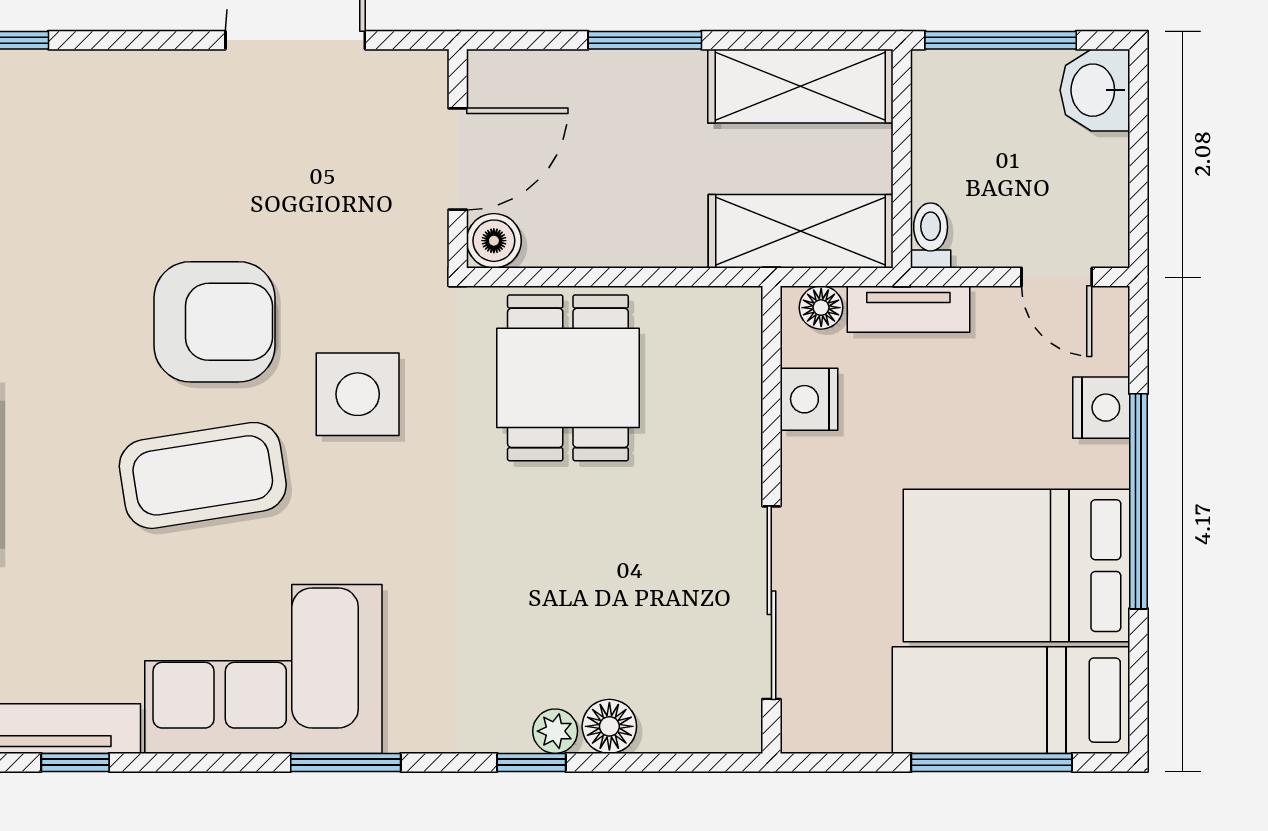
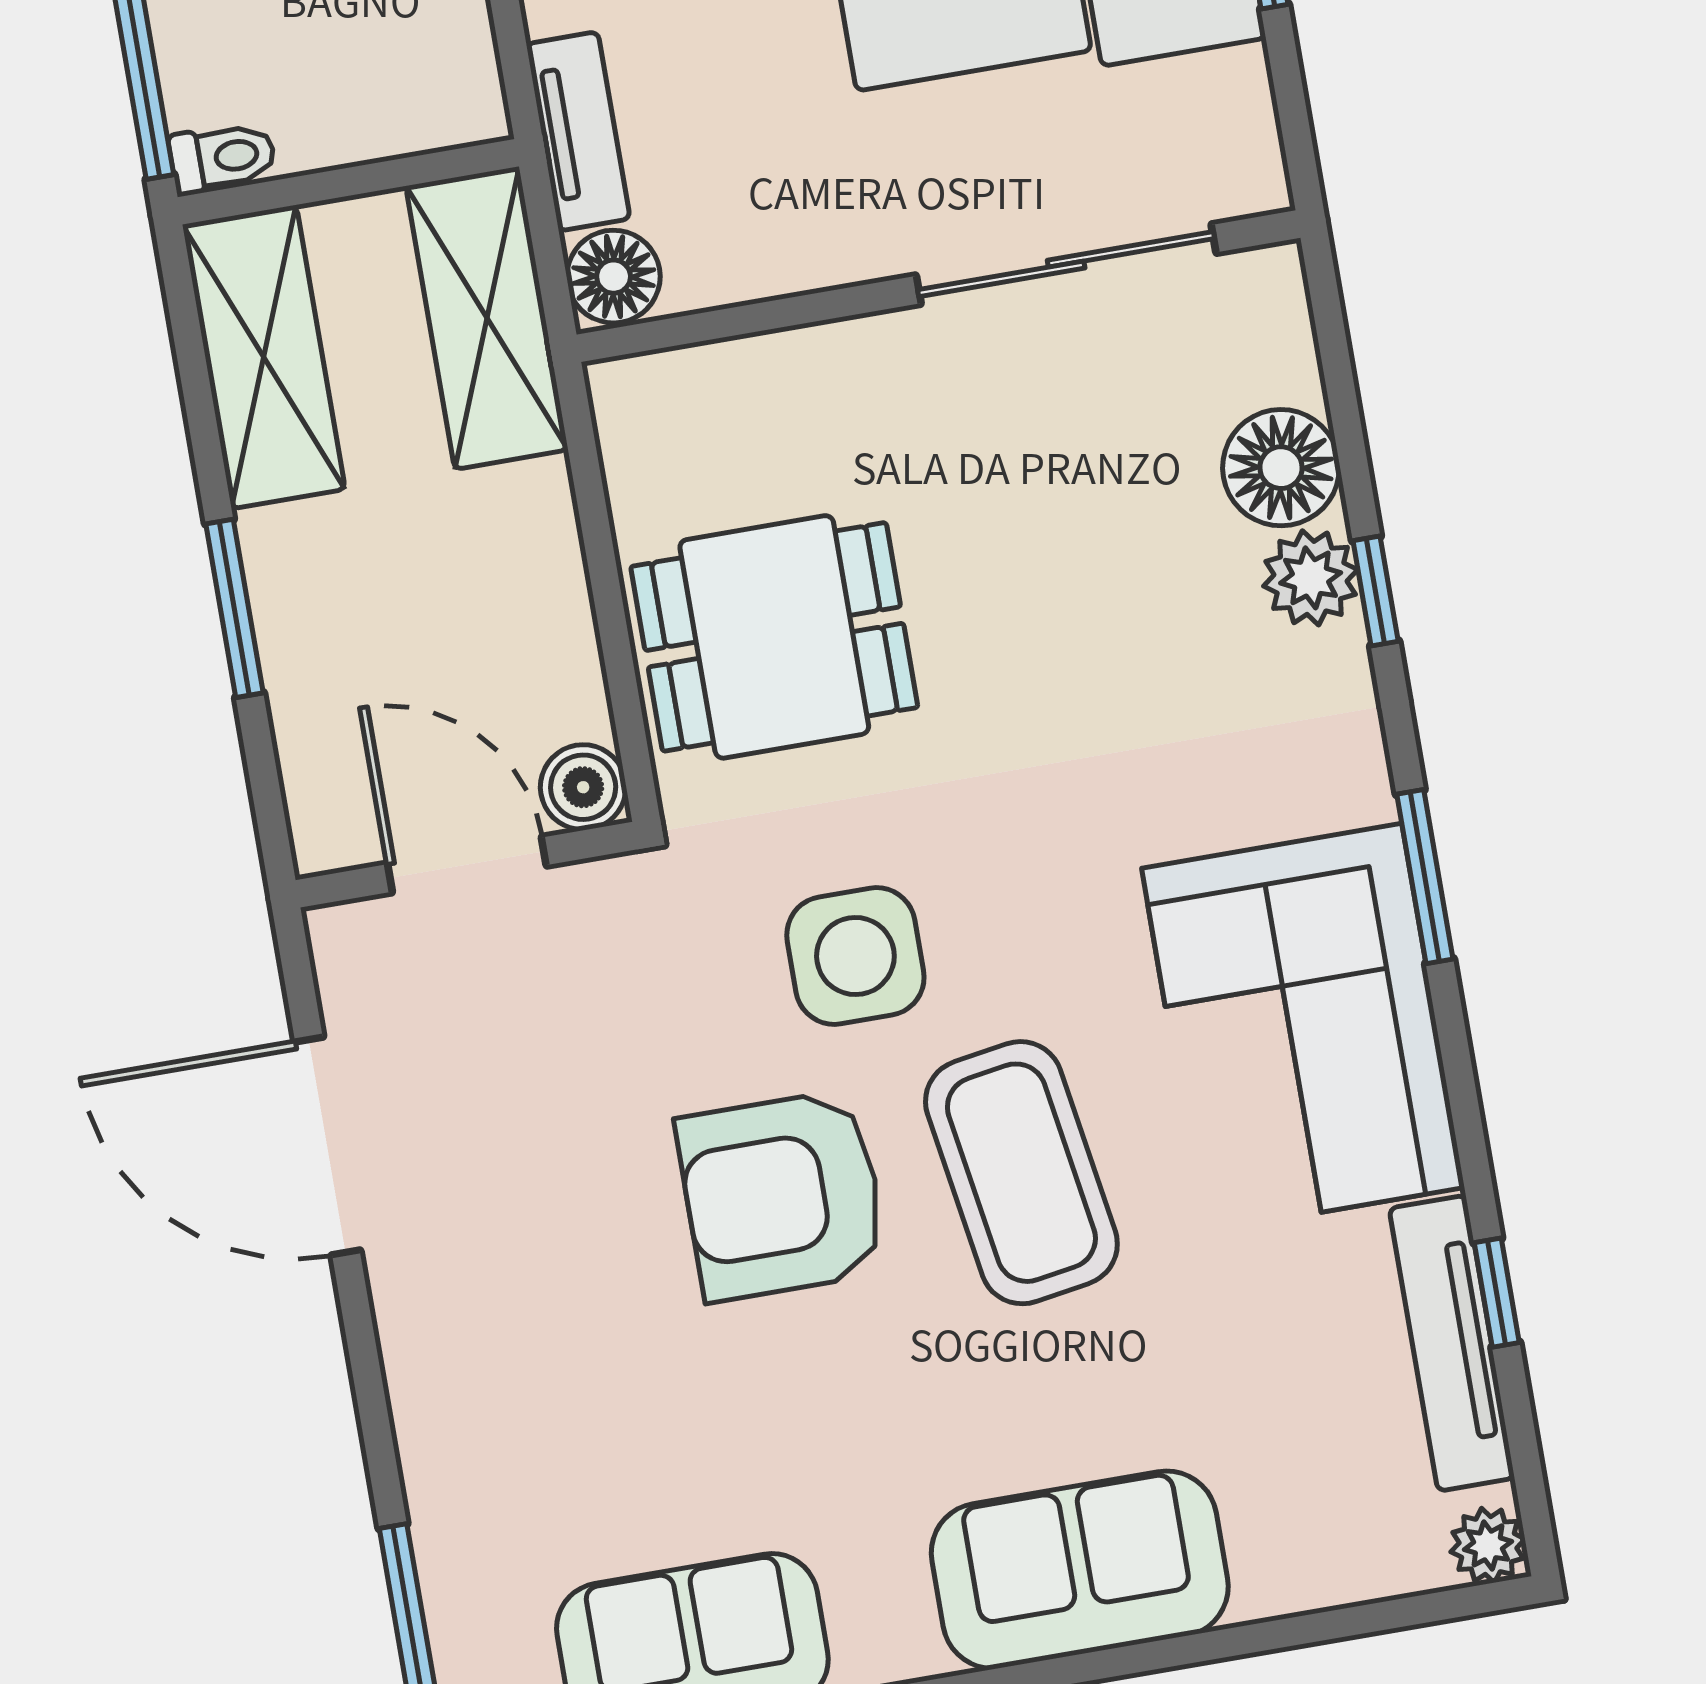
toilet: (931, 235) -> (222, 158), moved, turned 180
floor lamp: (821, 308) -> (614, 277), width x1.37, depth x1.37
armchair: (214, 322) -> (782, 1195), turned -90
nightstand: (809, 399) -> (743, 260), removed
floor lamp: (609, 726) -> (1281, 468), width x1.38, depth x1.38
plant: (555, 731) -> (1311, 578), width x1.38, depth x1.38

